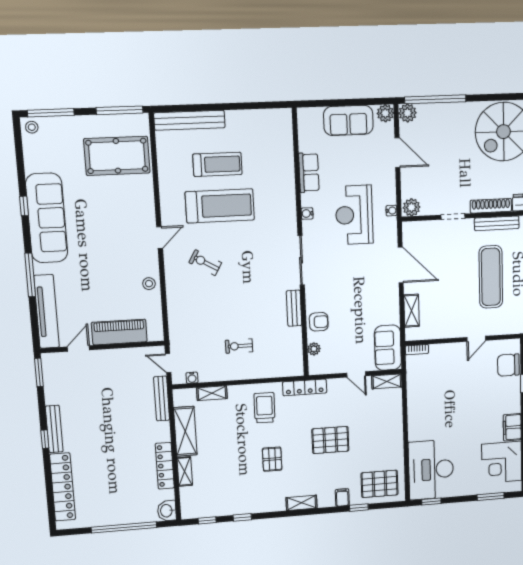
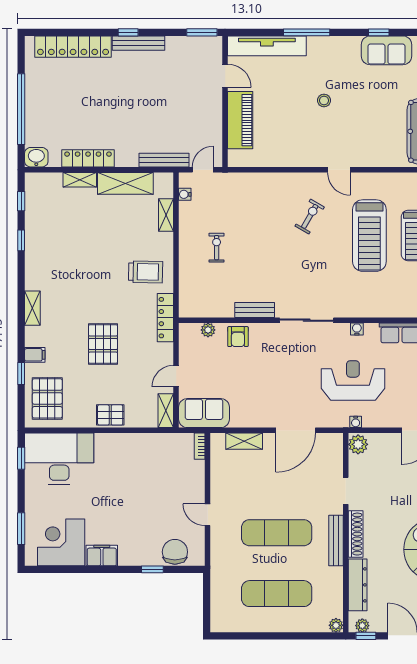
sofa: (47, 218) -> (387, 50), width x0.54, depth x0.79
stool: (149, 284) -> (324, 100), moved
pallet: (272, 459) -> (110, 415), moved

